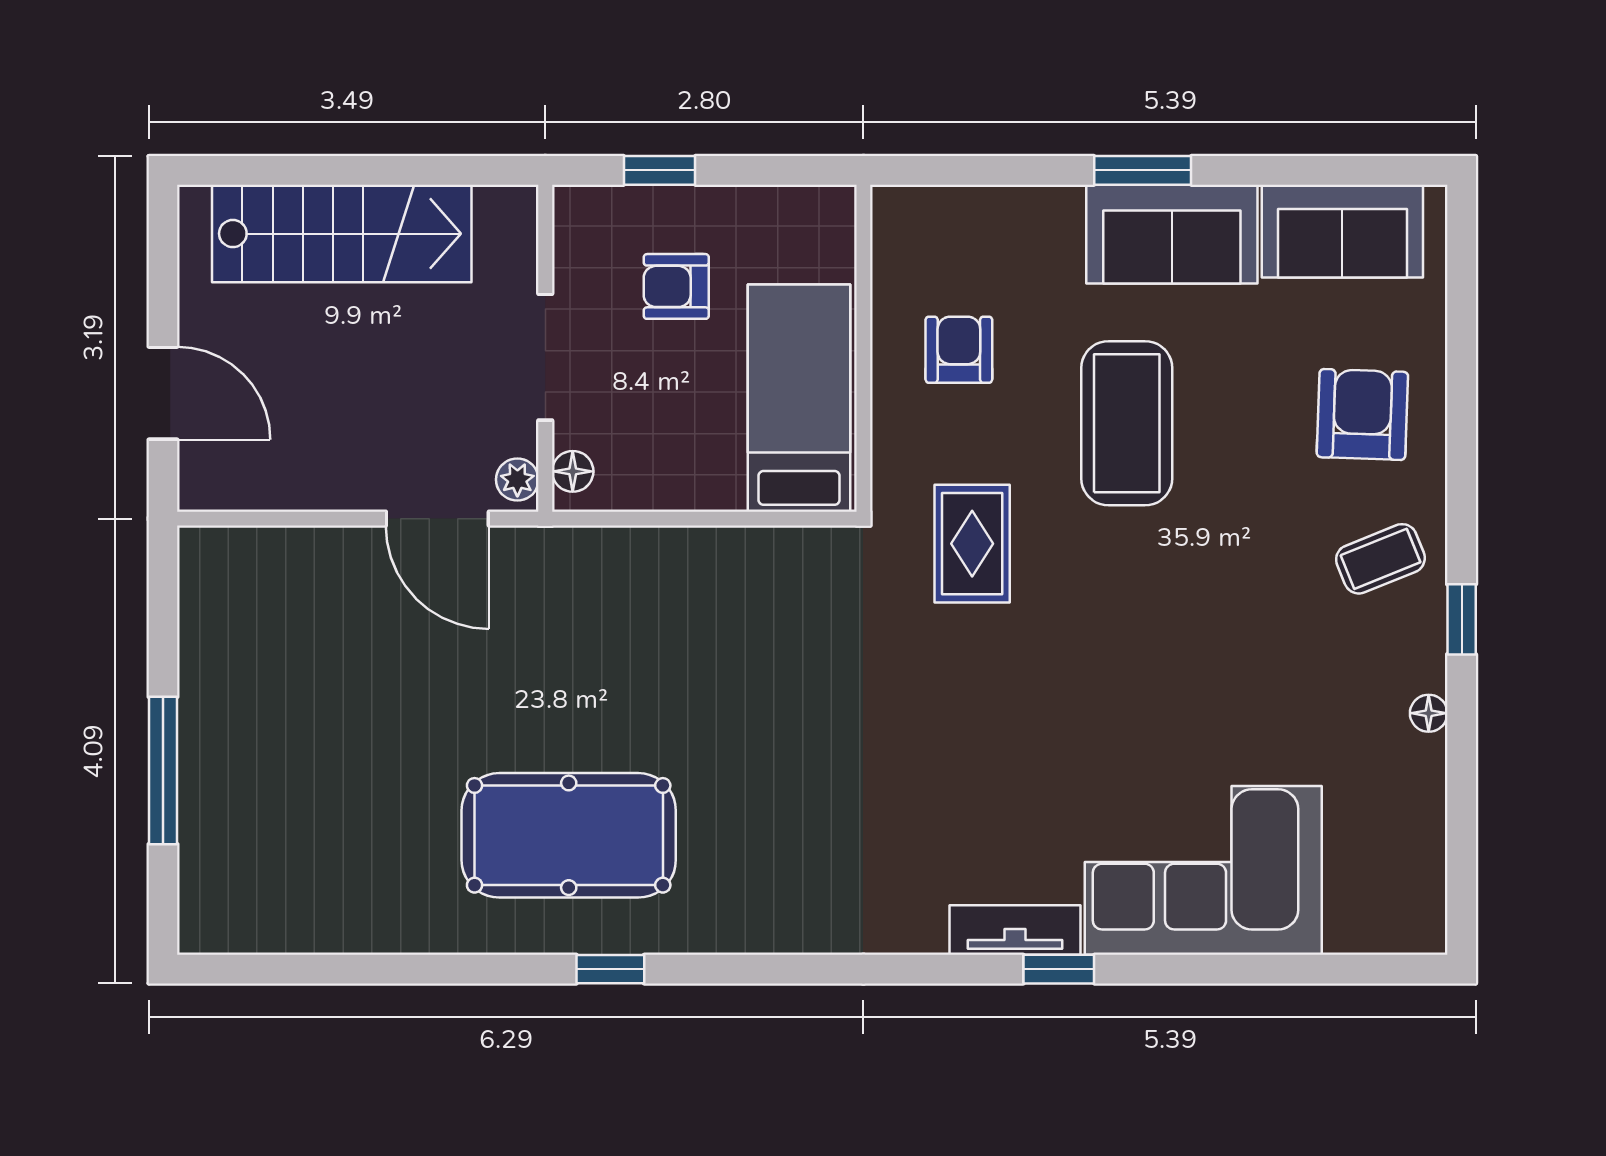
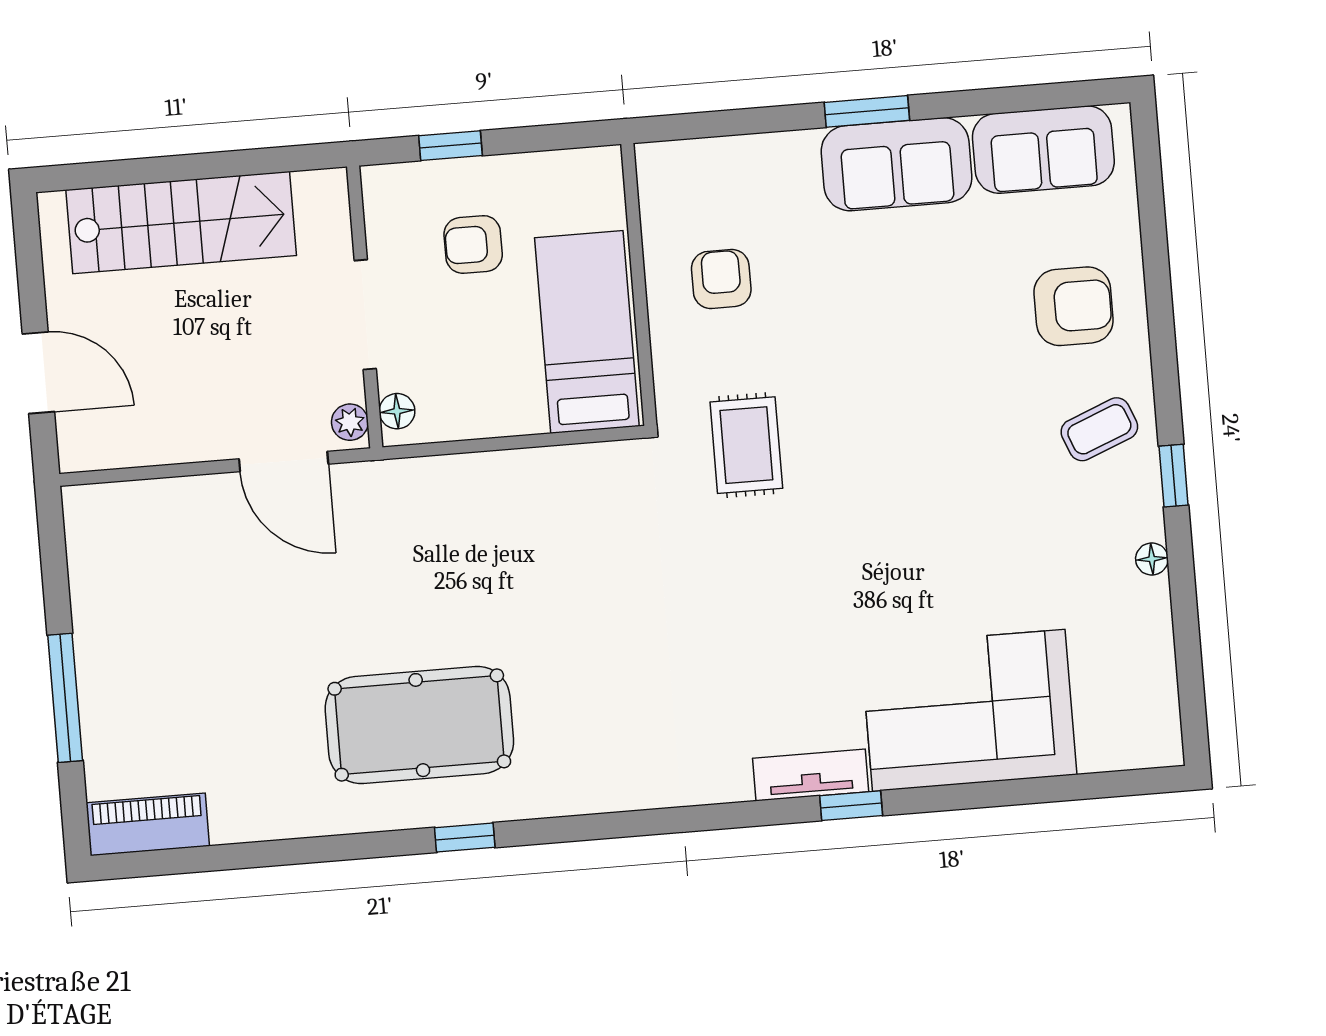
armchair: (1362, 415) -> (1074, 306), turned 88
coffee table: (1127, 423) -> (871, 330), removed
piano: (246, 924) -> (148, 824), added

